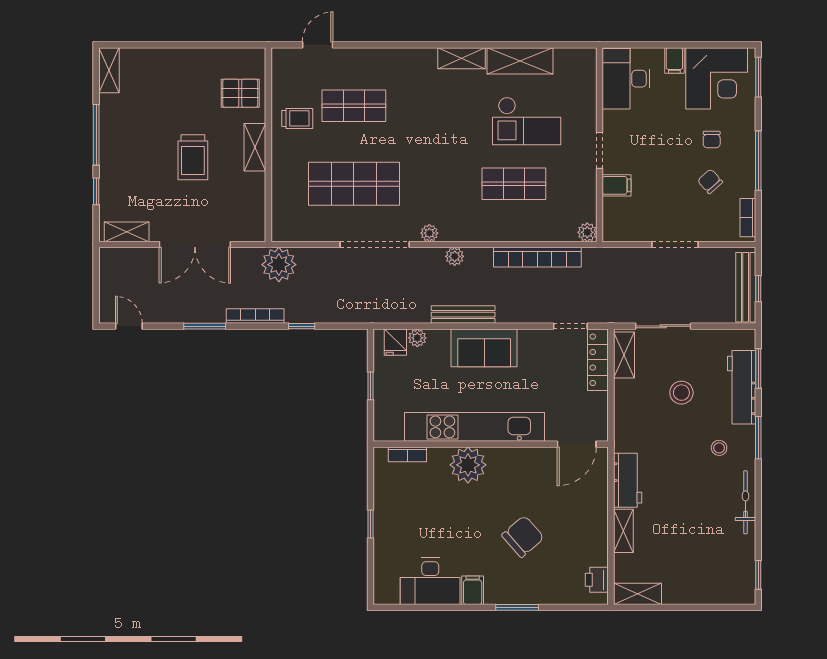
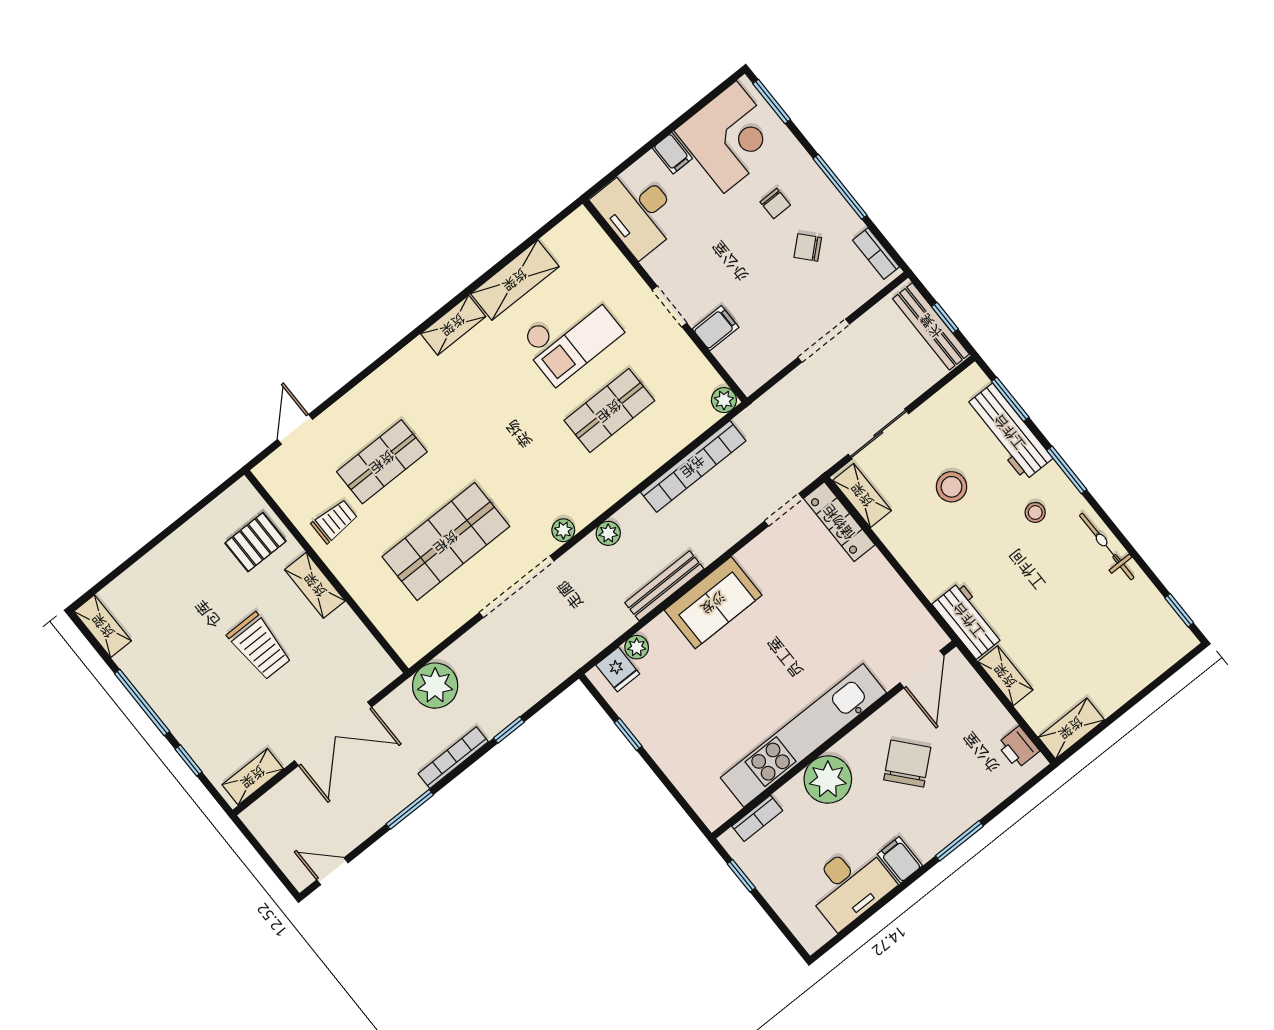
kitchen unit: (475, 427) -> (803, 735), moved
wall: (491, 444) -> (834, 740), moved
door: (577, 444) -> (922, 669), moved
bookcase: (407, 454) -> (757, 818), moved
plant: (468, 465) -> (828, 780), moved

